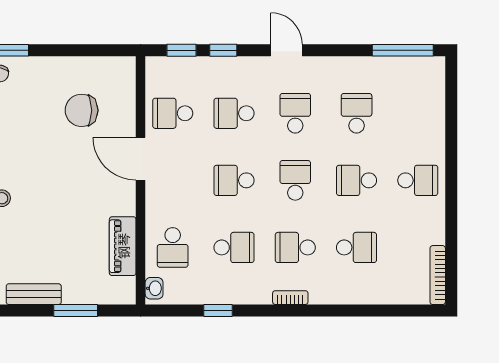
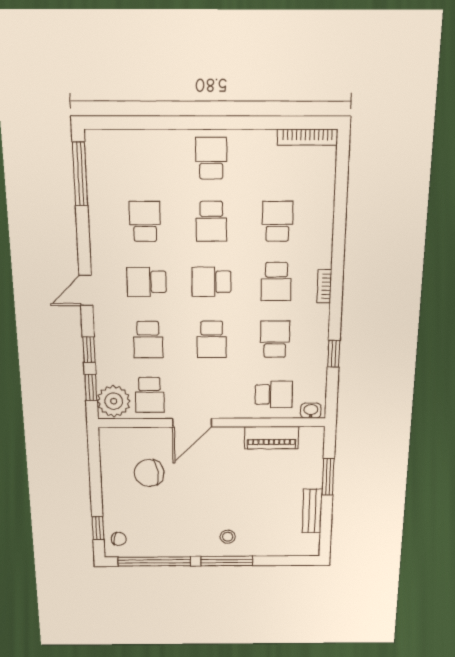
plant: (166, 74) -> (114, 401), added
chair: (82, 110) -> (149, 473), turned 83
school desk: (357, 113) -> (145, 221), turned 90

